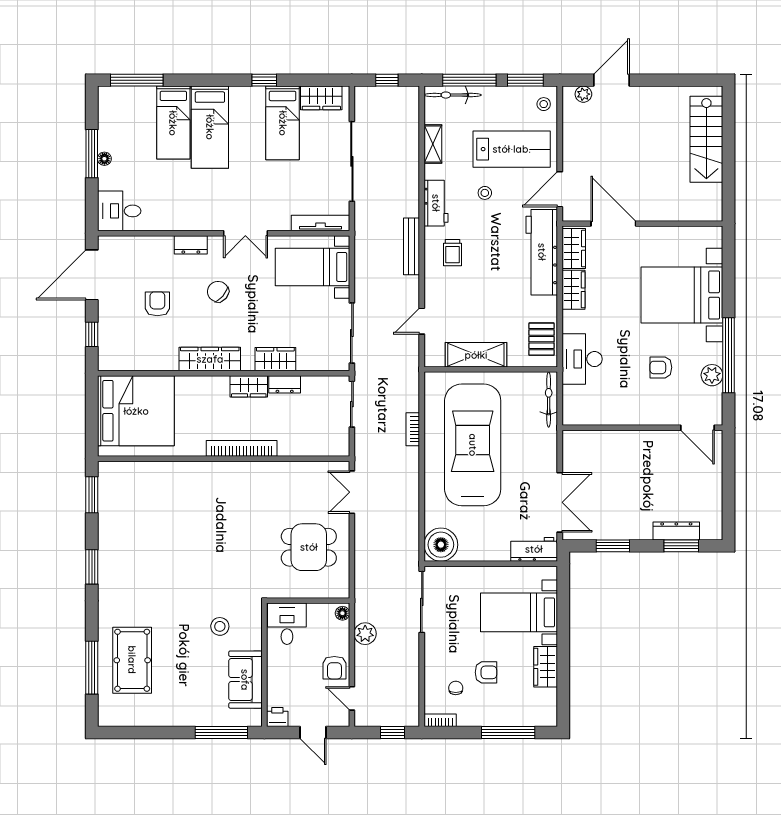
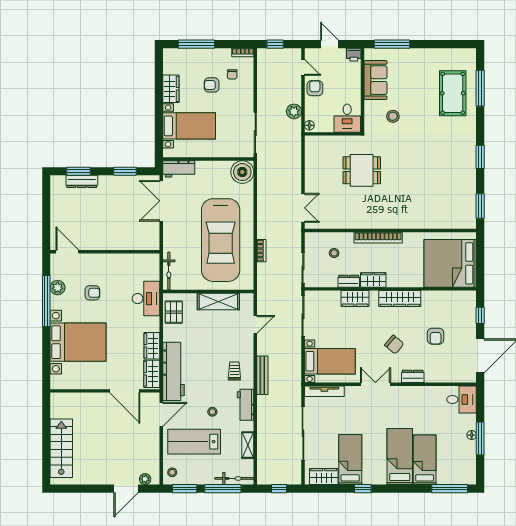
stool: (306, 426) -> (334, 253), added
dining table: (309, 547) -> (362, 170), moved

